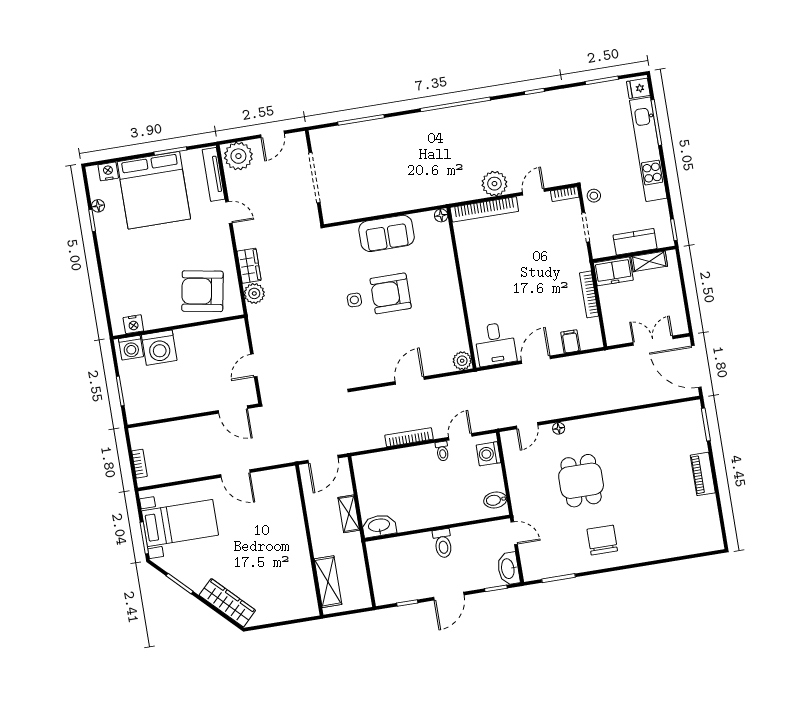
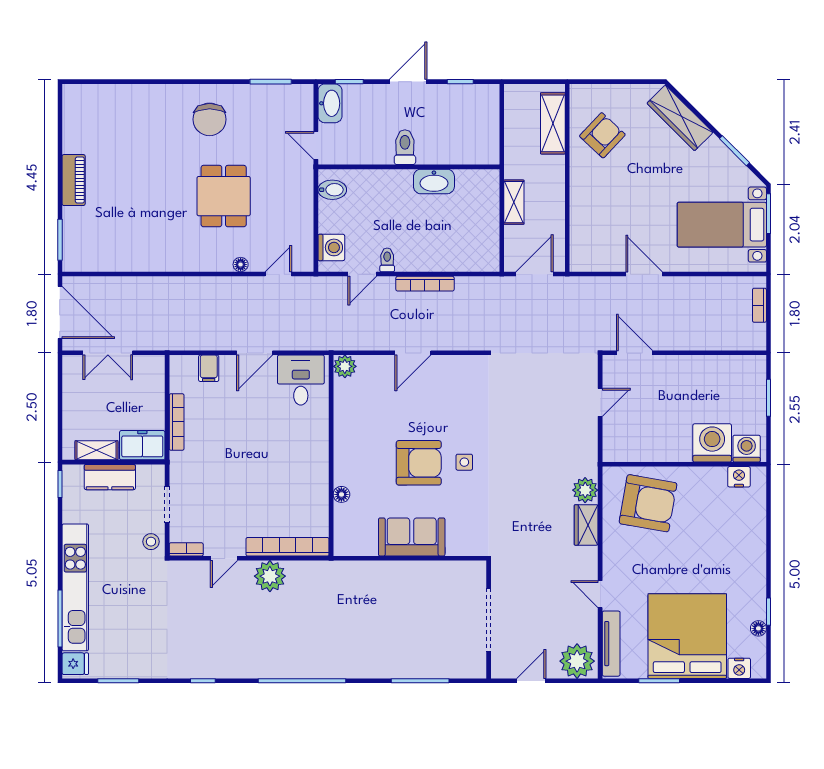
floor lamp: (441, 215) -> (341, 494), moved
washbasin: (379, 526) -> (434, 181), moved
armchair: (287, 579) -> (602, 135), added

